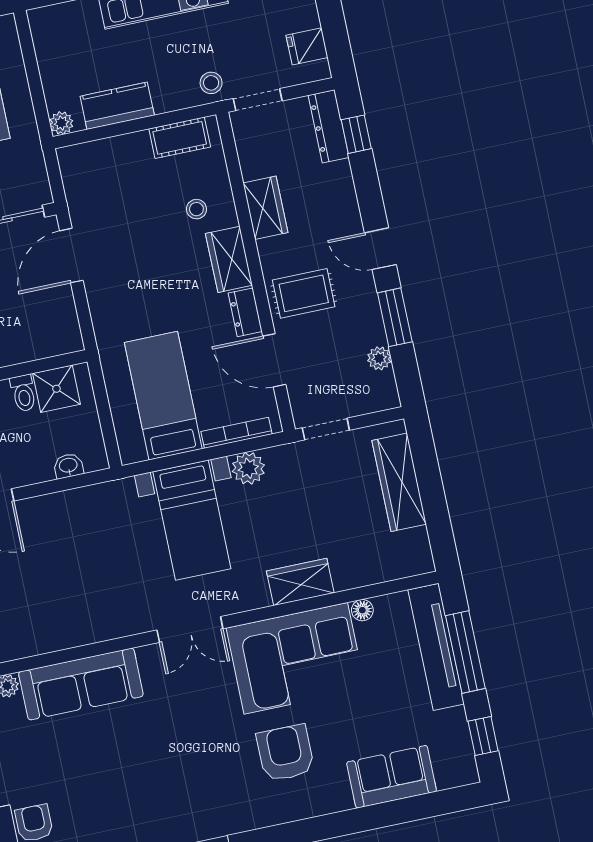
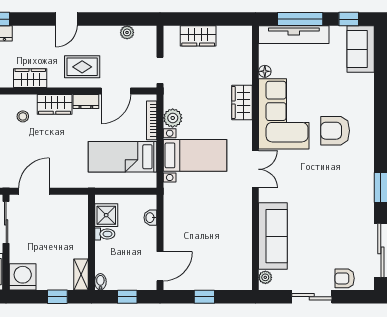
door: (71, 256) -> (34, 191), swing flipped
rug: (304, 293) -> (82, 67), turned 90
window: (395, 317) -> (106, 19), removed
wardrobe: (399, 482) -> (198, 36), width x0.67
sofa: (392, 777) -> (361, 49), moved

